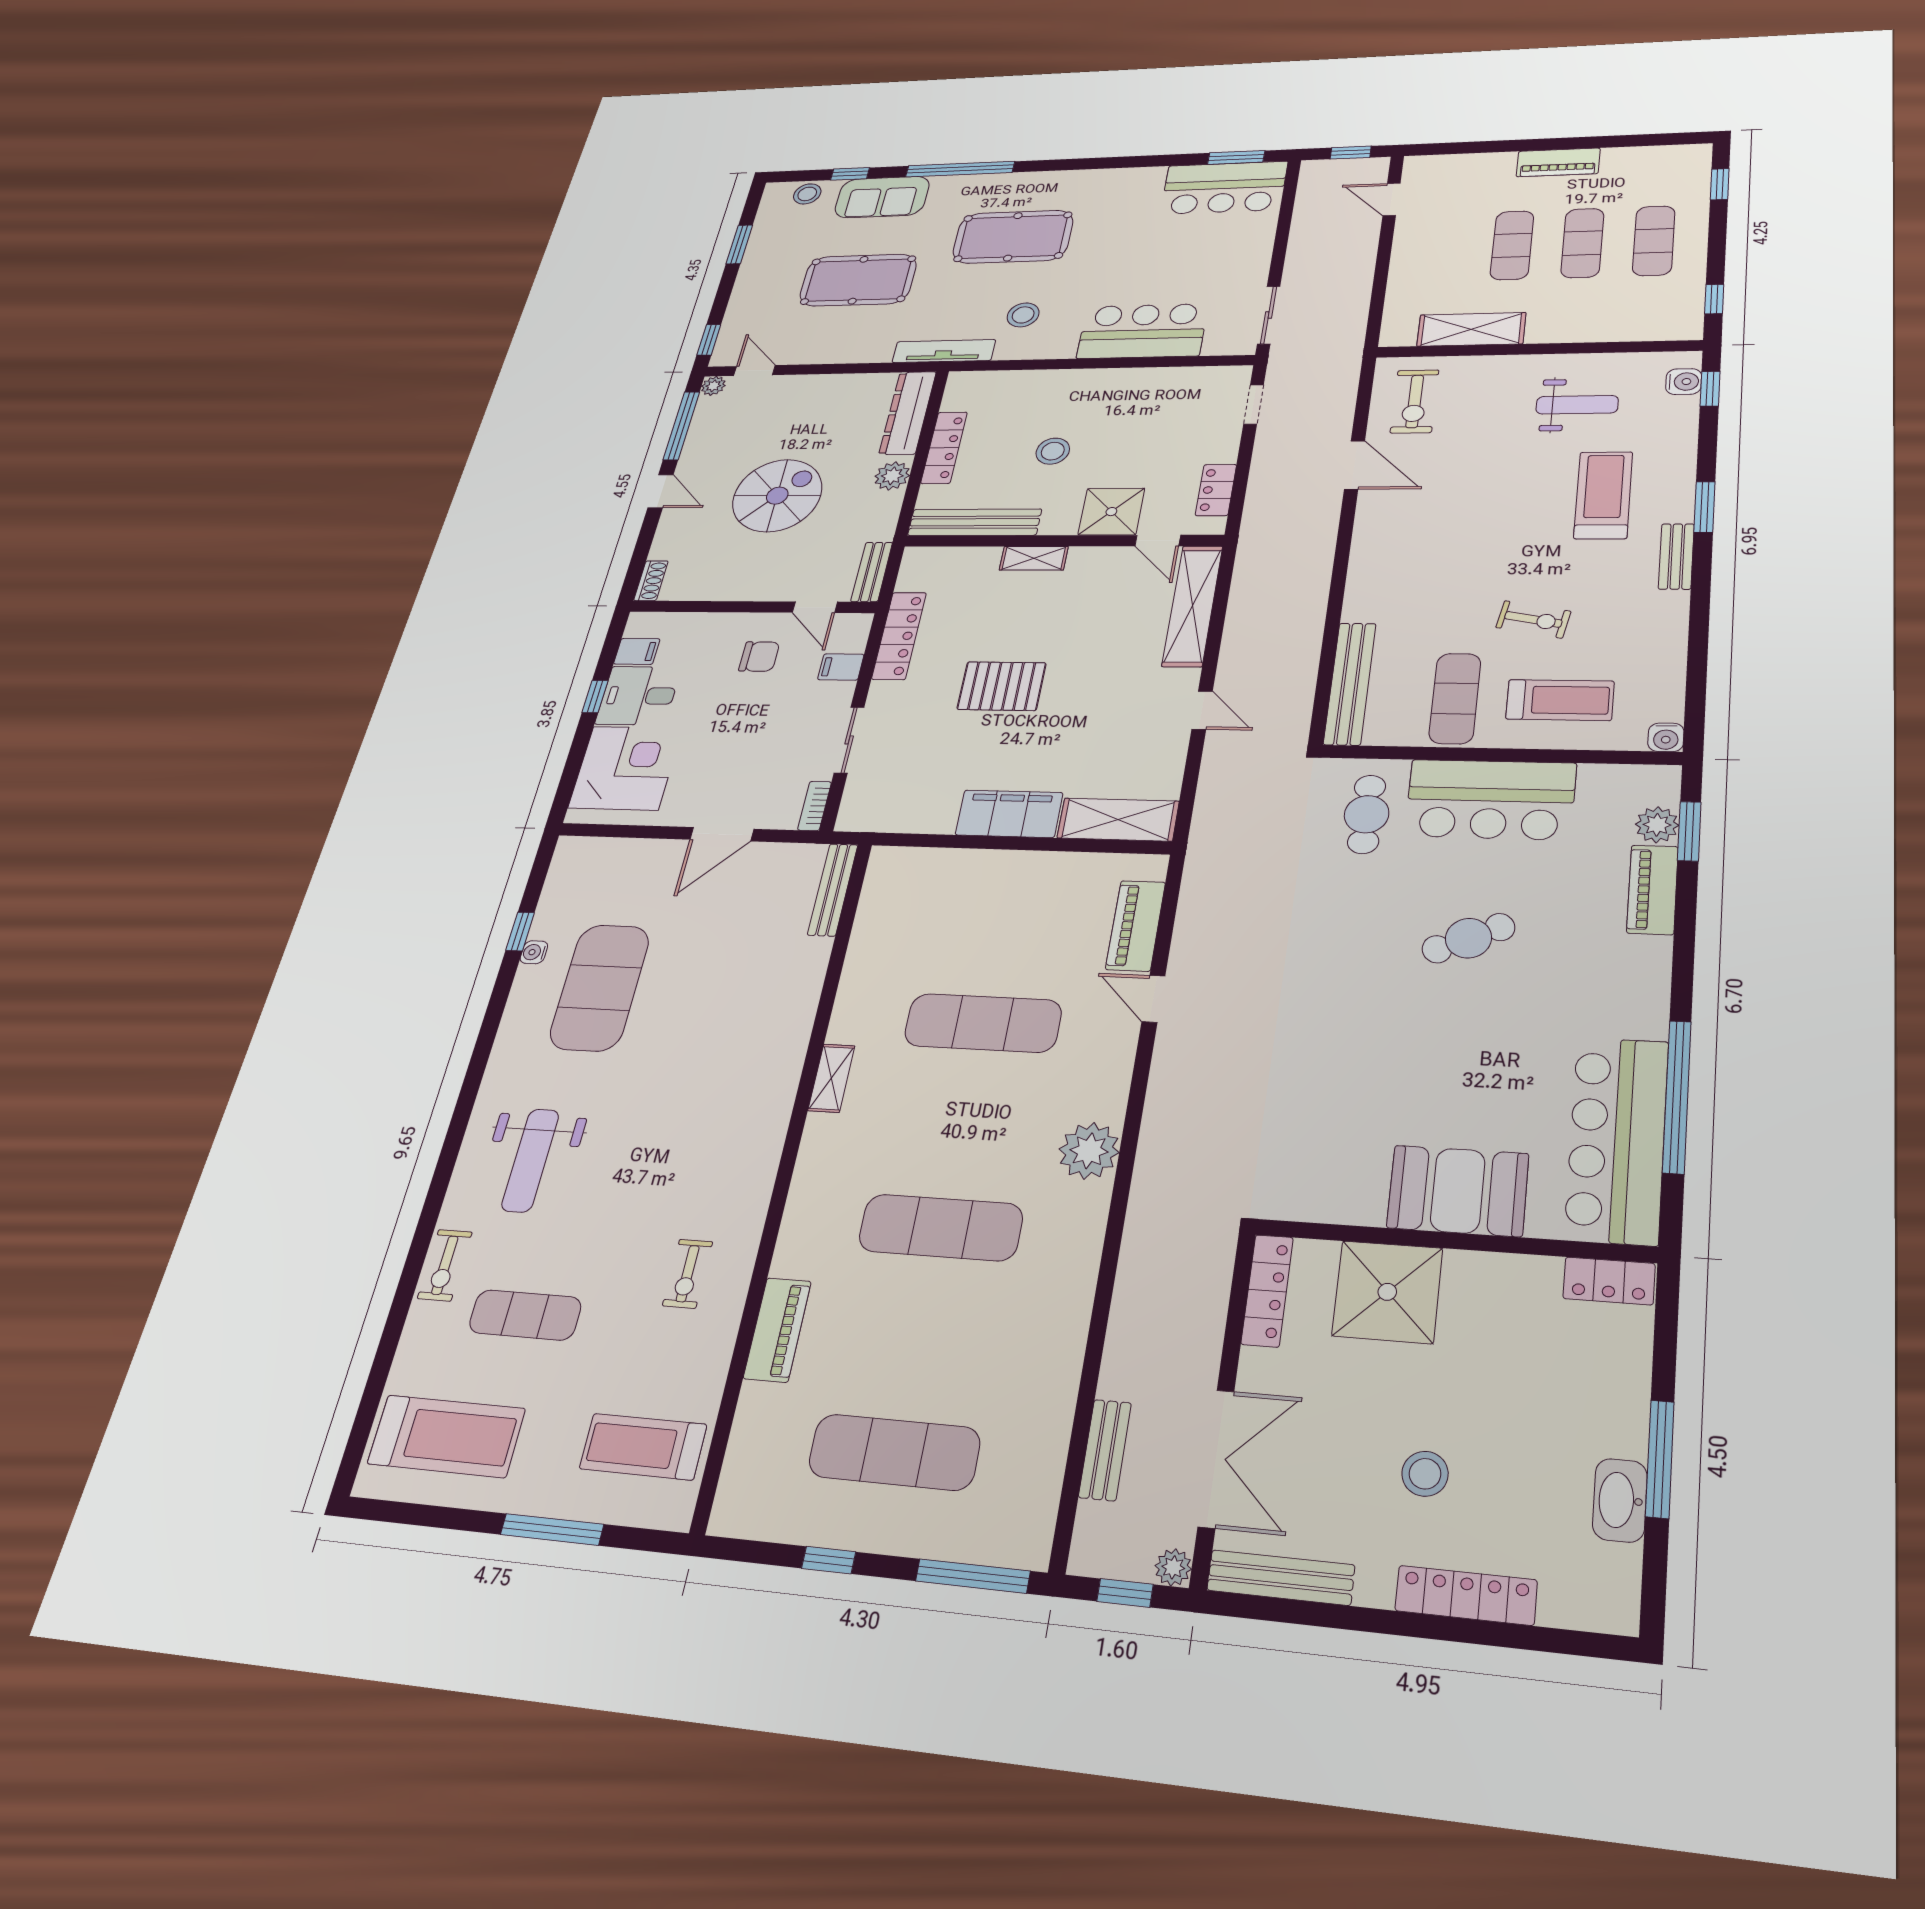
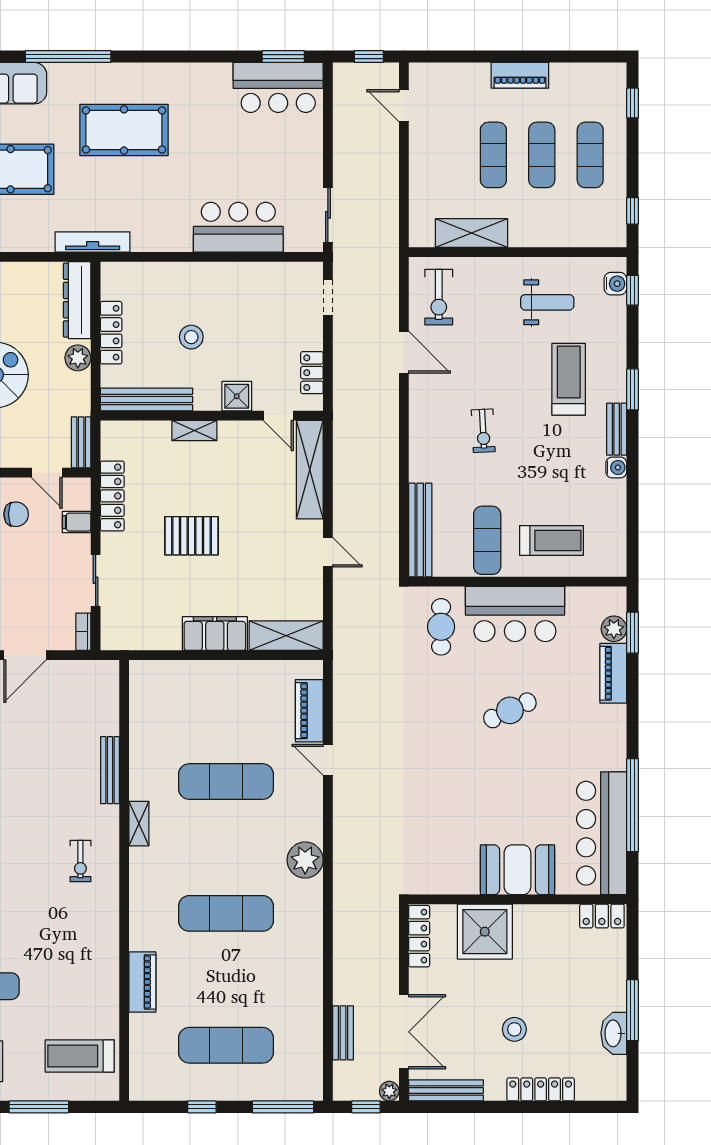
stool: (1023, 315) -> (146, 209), removed
shower: (1111, 512) -> (237, 396), width x0.73, depth x0.73
exercise bike: (1533, 619) -> (483, 431), moved, turned 76
water cooler: (1666, 737) -> (616, 467), moved, turned -90
bench: (833, 890) -> (110, 770), moved
exercise bike: (688, 1274) -> (80, 861), moved

